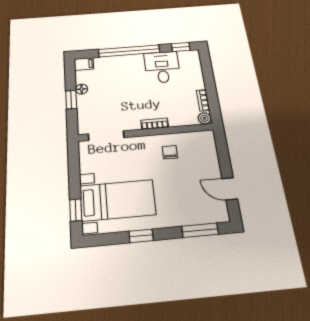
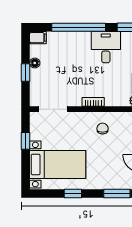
window: (76, 210) -> (26, 141), moved

